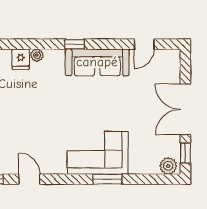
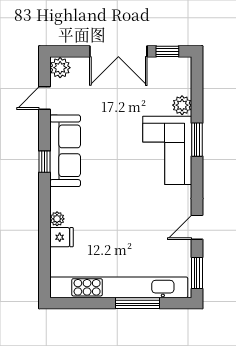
window: (75, 44) -> (45, 162), moved
door: (144, 44) -> (45, 98), swing flipped
plant: (171, 58) -> (60, 68), added
plant: (168, 166) -> (182, 105), moved

